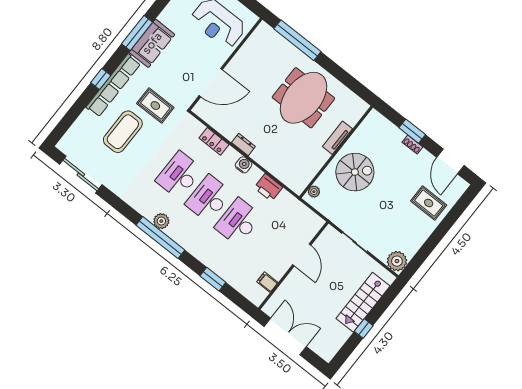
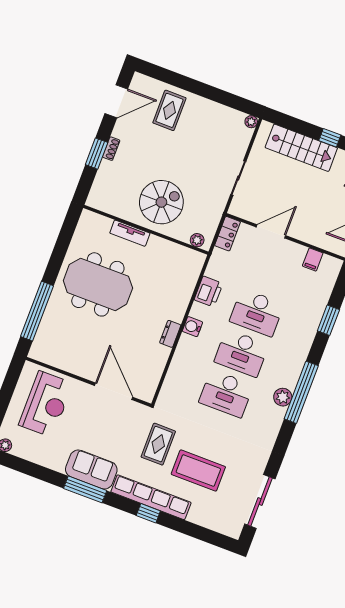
locker: (214, 141) -> (228, 234), moved
spiral stairs: (355, 172) -> (161, 202), turned 90
plant: (397, 261) -> (251, 122), width x0.53, depth x0.53

